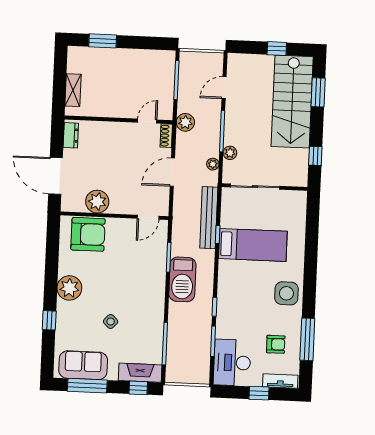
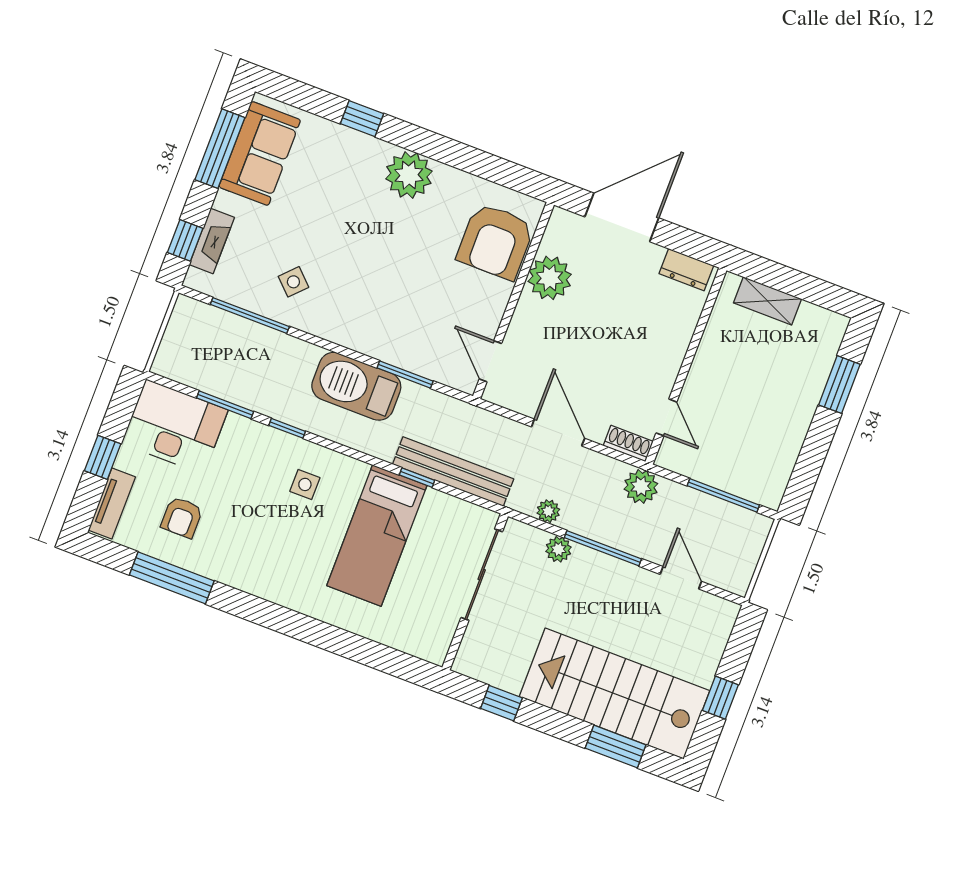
side table: (286, 293) -> (305, 484), moved, width x0.54, depth x0.54
side table: (111, 321) -> (293, 282), moved
fireplace: (140, 373) -> (212, 241), width x0.73, depth x0.76

